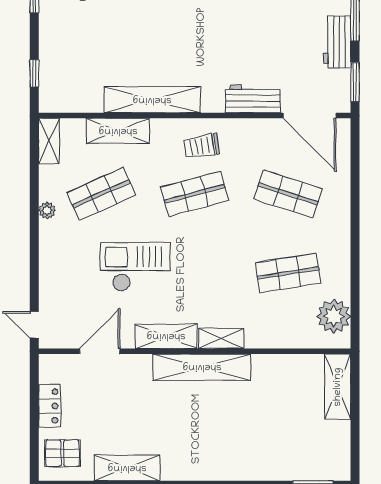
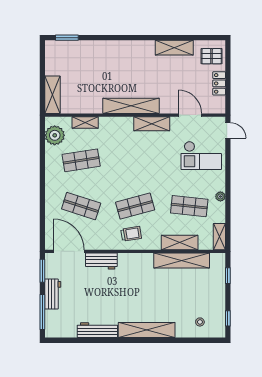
shelving: (152, 100) -> (182, 260), moved
shop shelf: (101, 194) -> (189, 206), turned 30
checkout: (135, 267) -> (201, 156), moved
shelving: (221, 339) -> (85, 122), moved
door: (100, 351) -> (190, 115), swing flipped

